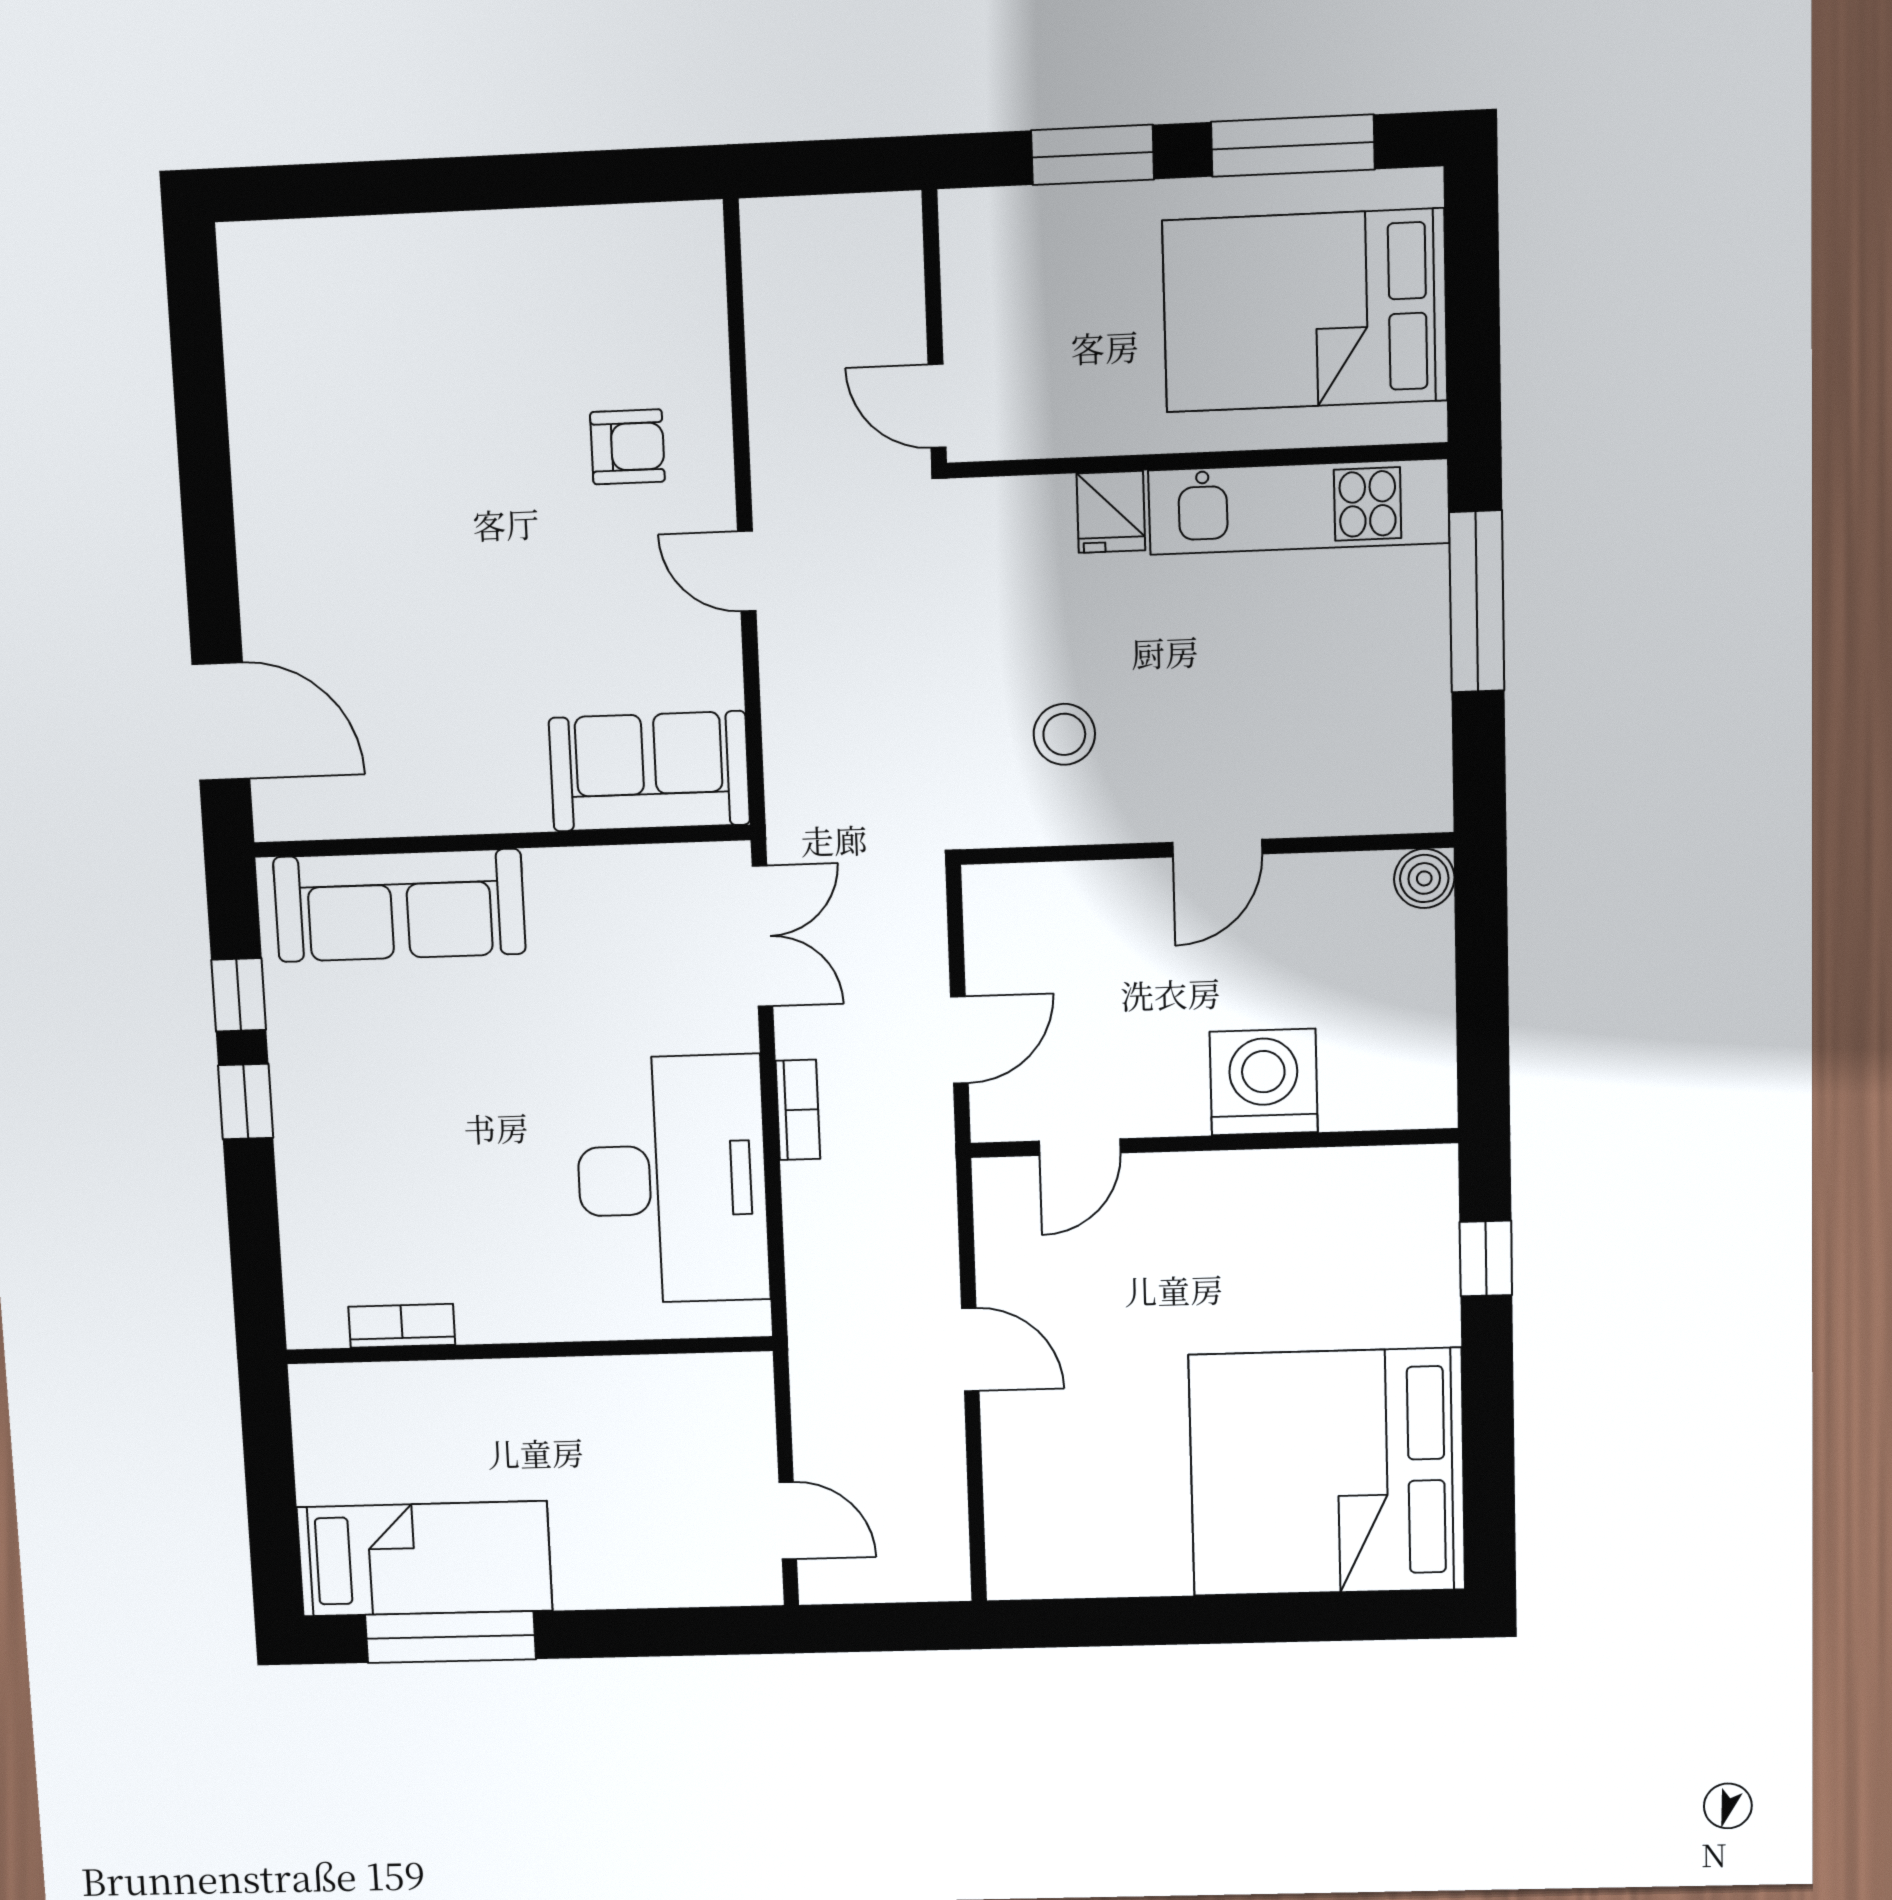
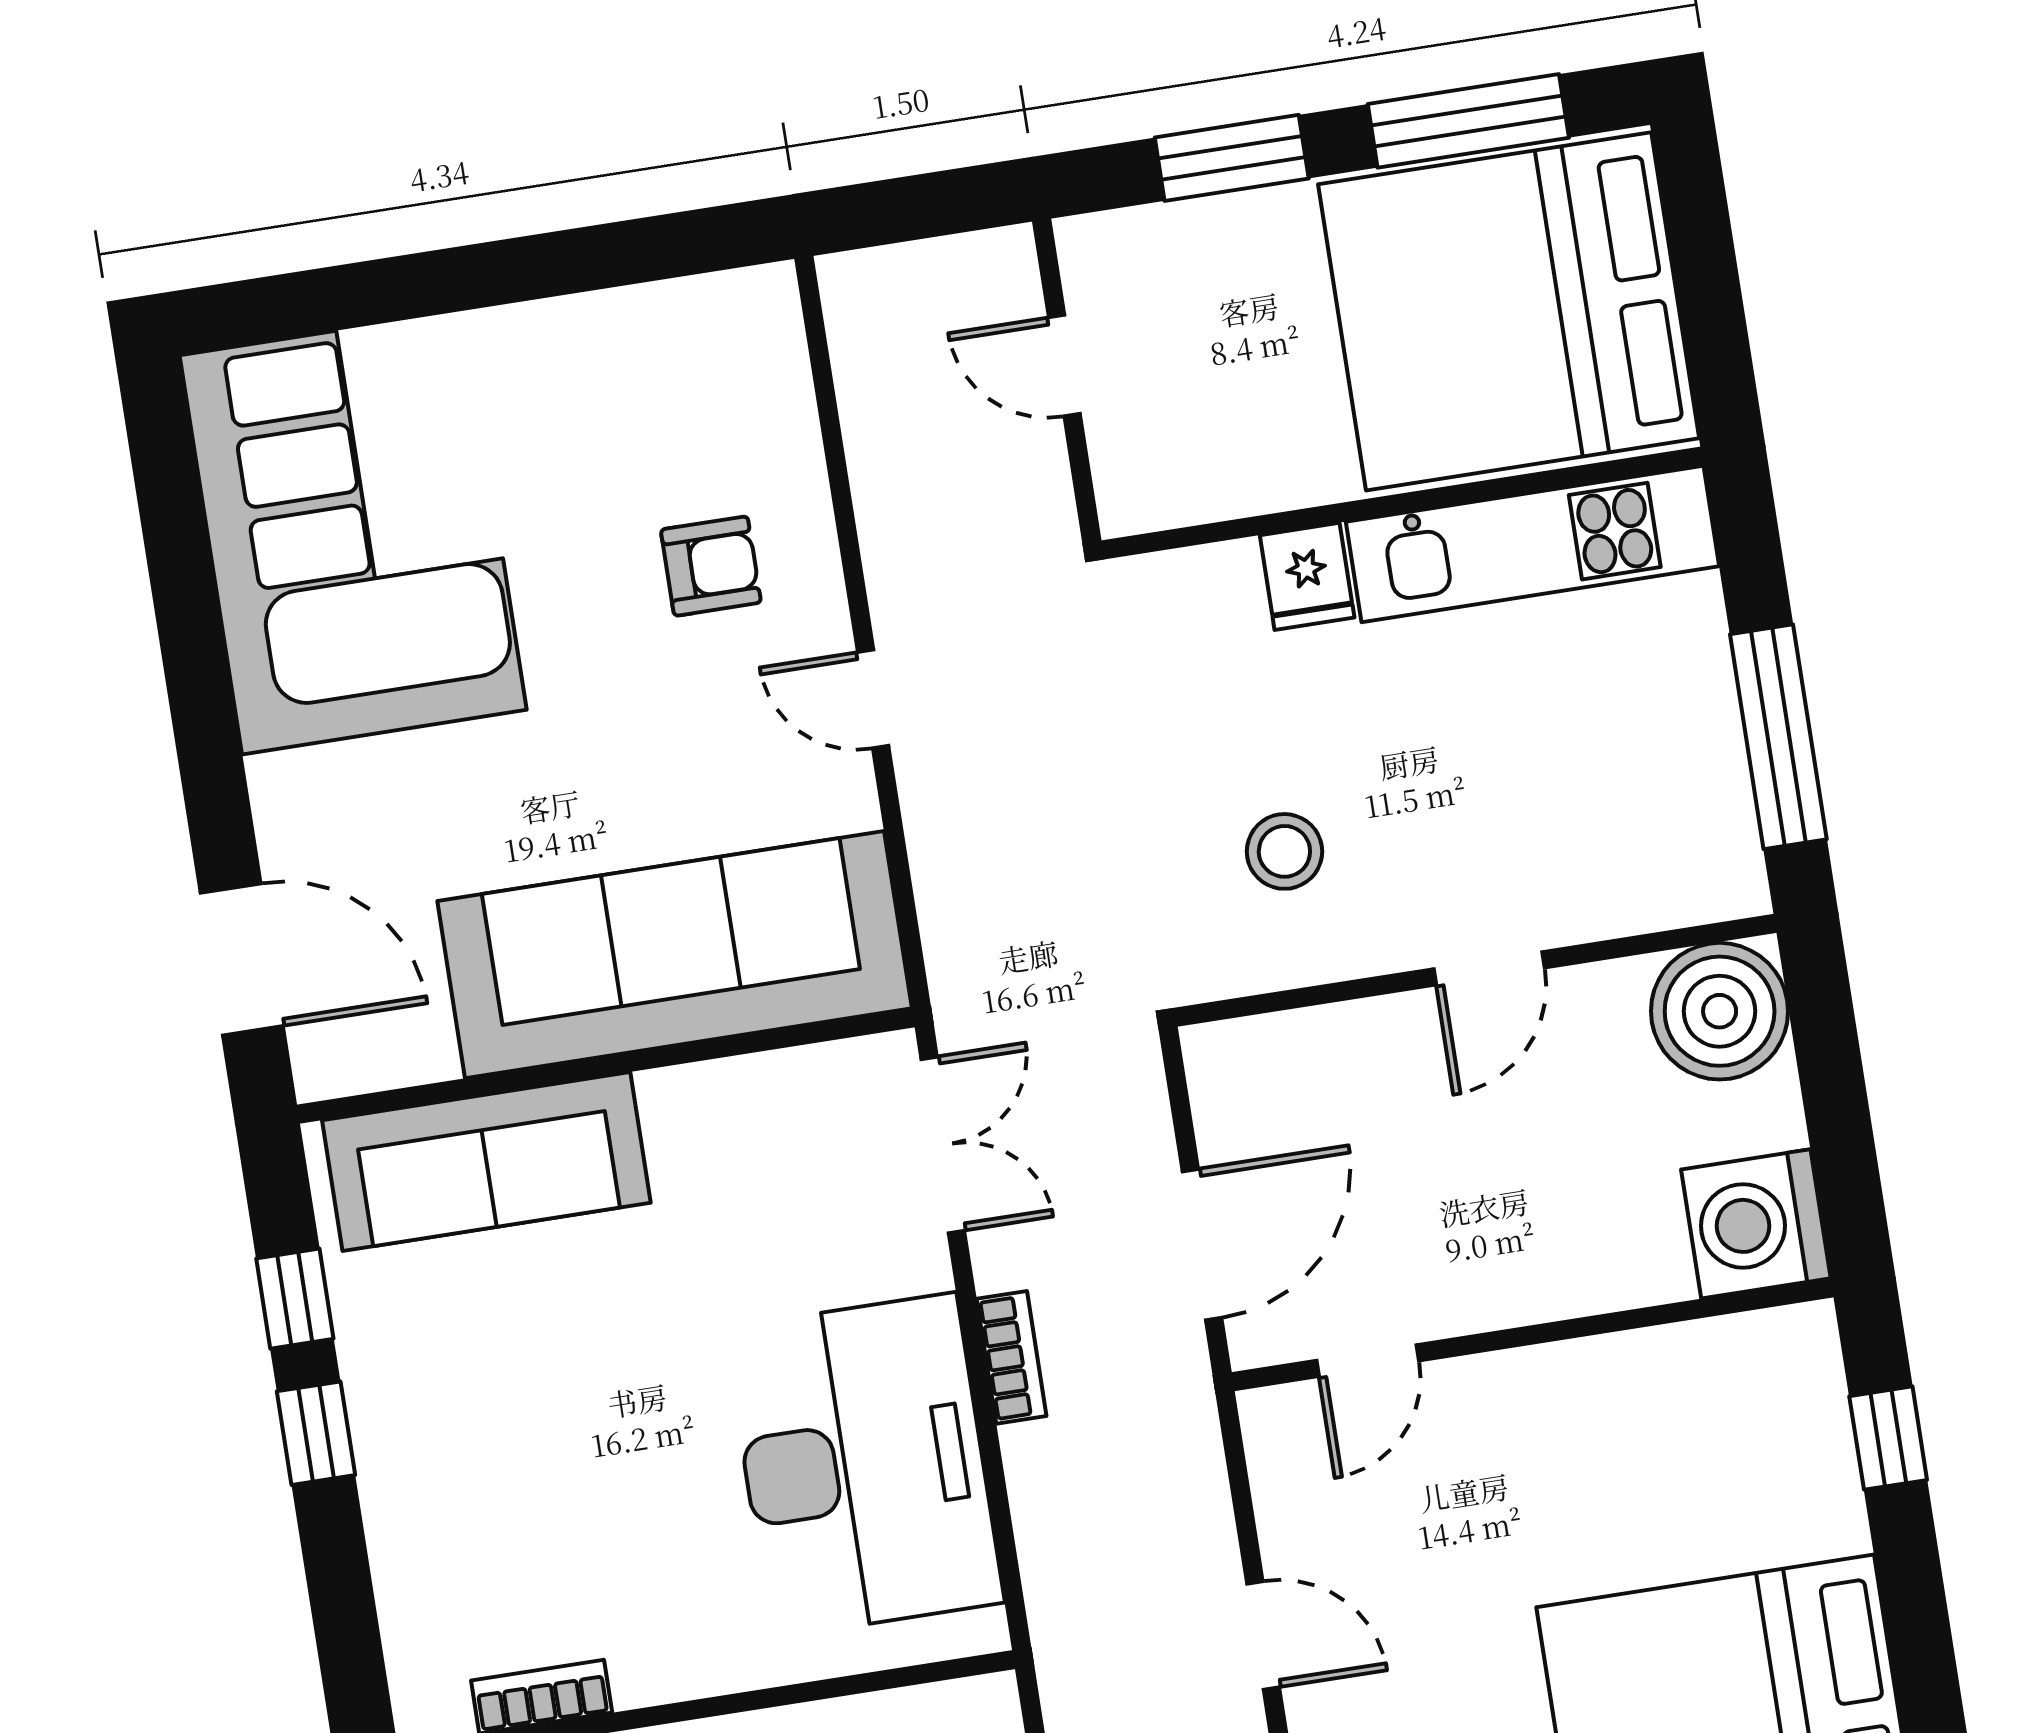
bed: (1305, 311) -> (1509, 311), width x1.36
corner sofa: (341, 386) -> (353, 533), added
door: (937, 406) -> (1064, 366), moved
window: (1477, 602) -> (1778, 737), moved
sofa: (649, 771) -> (675, 955), width x1.85, depth x1.27
boiler: (1424, 878) -> (1720, 1011), width x1.86, depth x1.86
door: (959, 1040) -> (1202, 1245), width x1.38
washing machine: (1264, 1082) -> (1756, 1224), moved, turned -90

